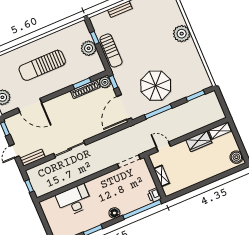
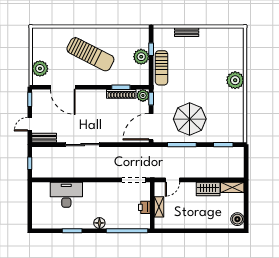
sun lounger: (42, 65) -> (90, 54), turned -153
door: (163, 147) -> (172, 180), swing flipped
printer: (154, 195) -> (144, 207), moved

